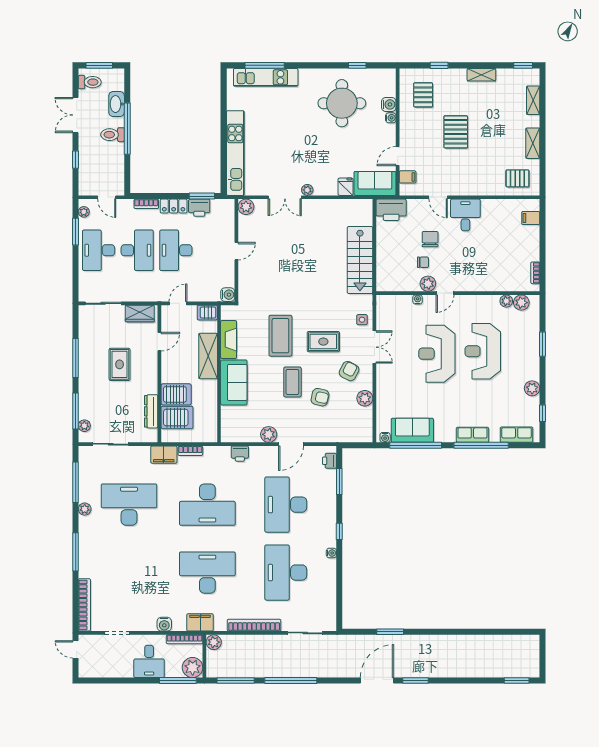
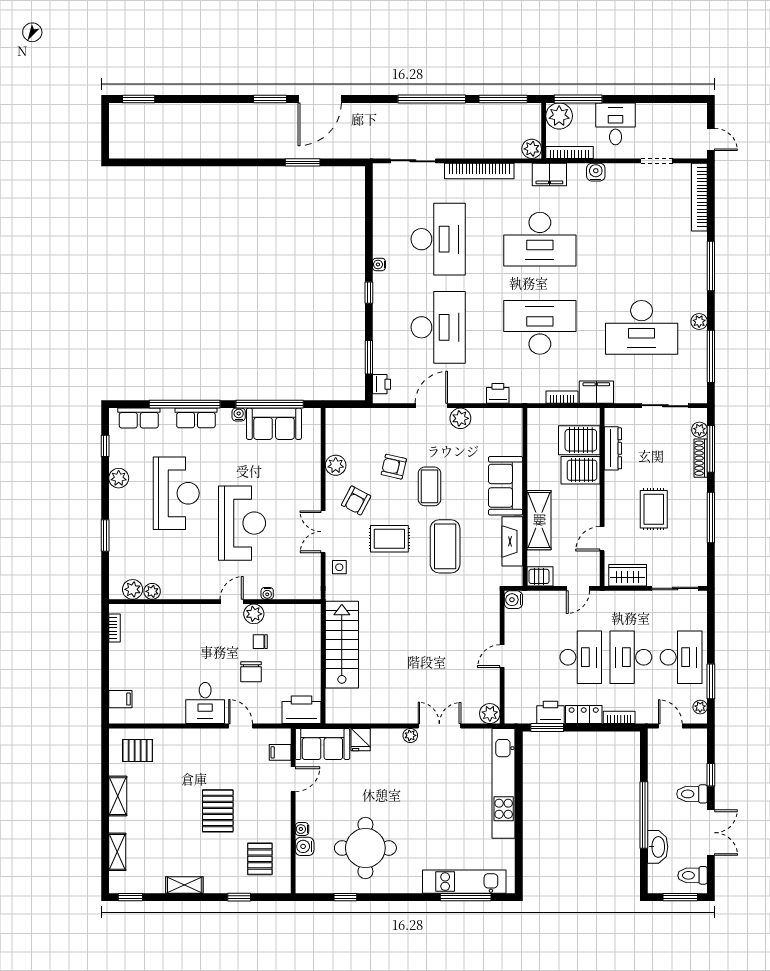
toilet: (113, 135) -> (692, 794), moved, turned 180
reception desk: (483, 351) -> (176, 493), moved
shoe rack: (83, 404) -> (701, 458), added
water cooler: (385, 437) -> (239, 415), moved

